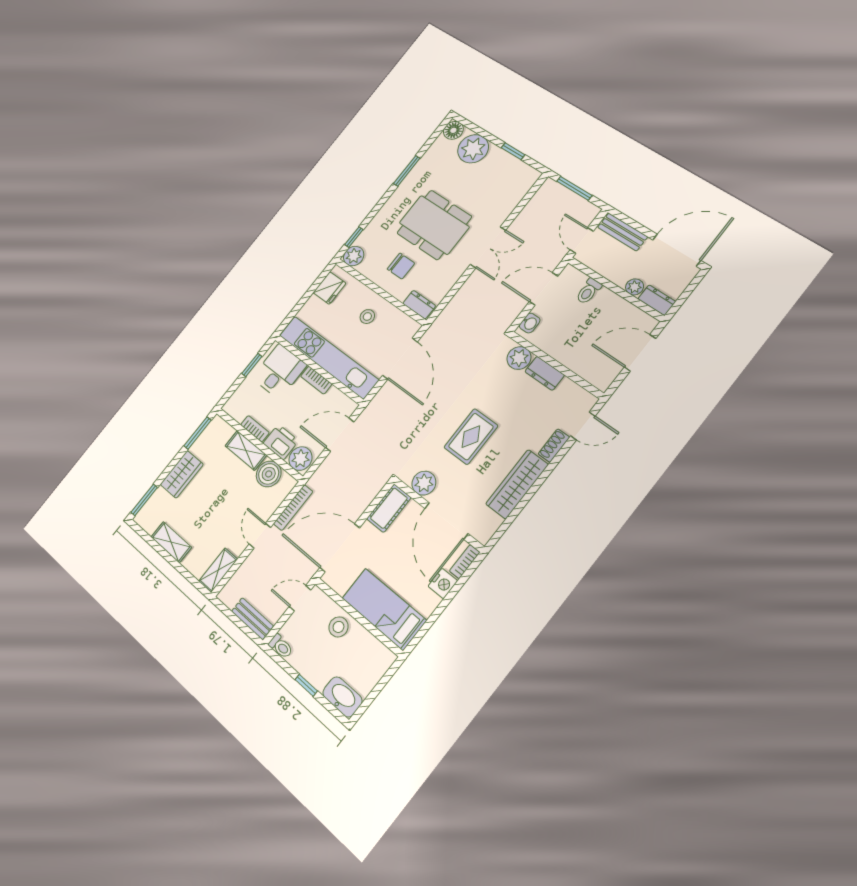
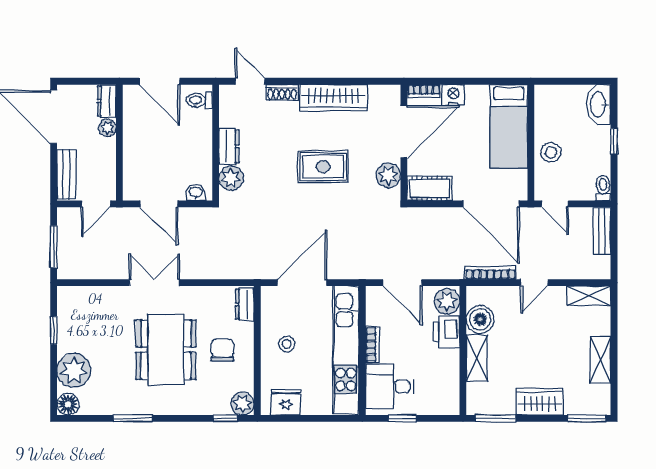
toilet: (589, 291) -> (199, 100), moved, turned 180
bookcase: (255, 429) -> (453, 366), removed

